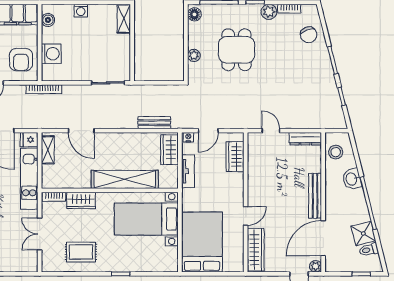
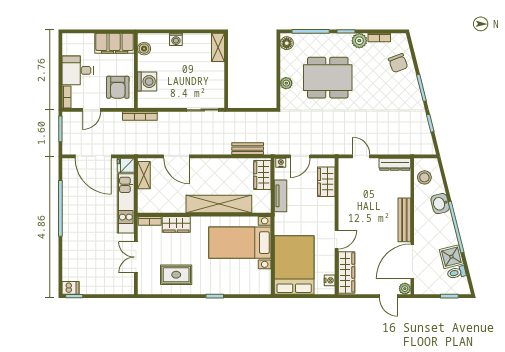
dining table: (237, 50) -> (328, 78), width x1.38
nightstand: (238, 258) -> (330, 280), added

